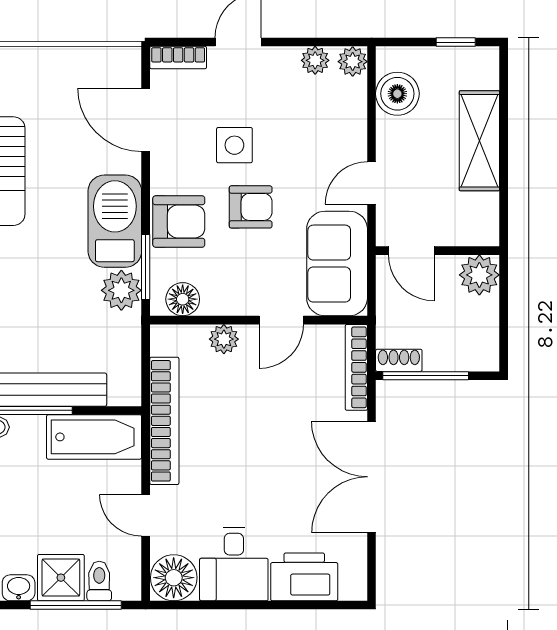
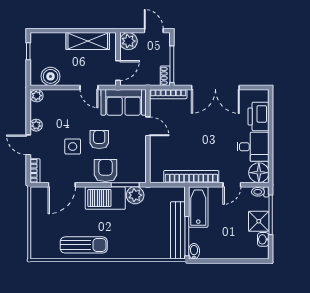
plant: (315, 60) -> (36, 125), moved
shelving: (479, 141) -> (88, 41), moved
floor lamp: (183, 299) -> (139, 169), removed
door: (504, 334) -> (154, 31), added
plant: (224, 339) -> (156, 151), removed
toilet: (99, 581) -> (260, 192), moved

